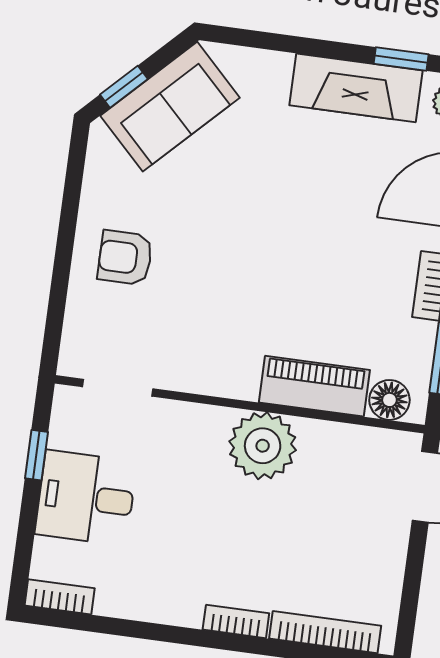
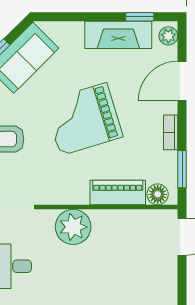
grand piano: (268, 239) -> (83, 119), added
plant: (263, 446) -> (73, 227), moved

